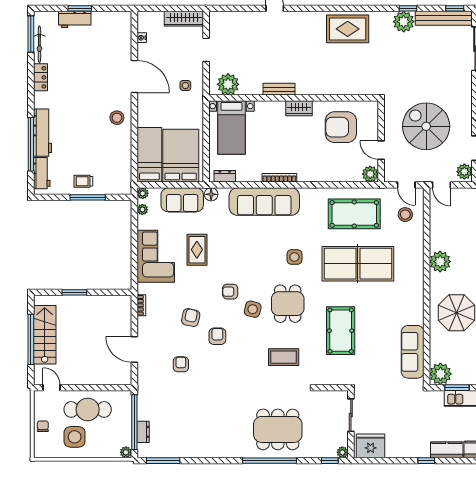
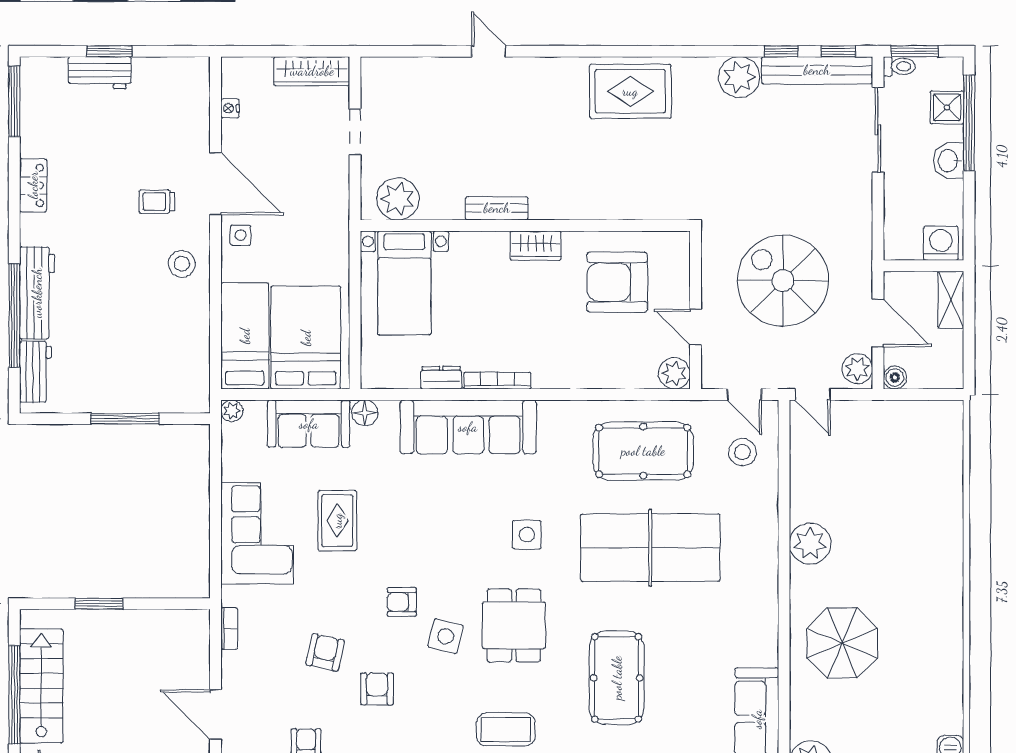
window: (408, 8) -> (781, 51), moved
bicycle: (39, 44) -> (31, 121), removed
side table: (185, 85) -> (241, 235), moved
dresser: (225, 176) -> (441, 378), moved
trolley: (83, 181) -> (157, 202), moved
plant: (142, 210) -> (231, 443), removed

